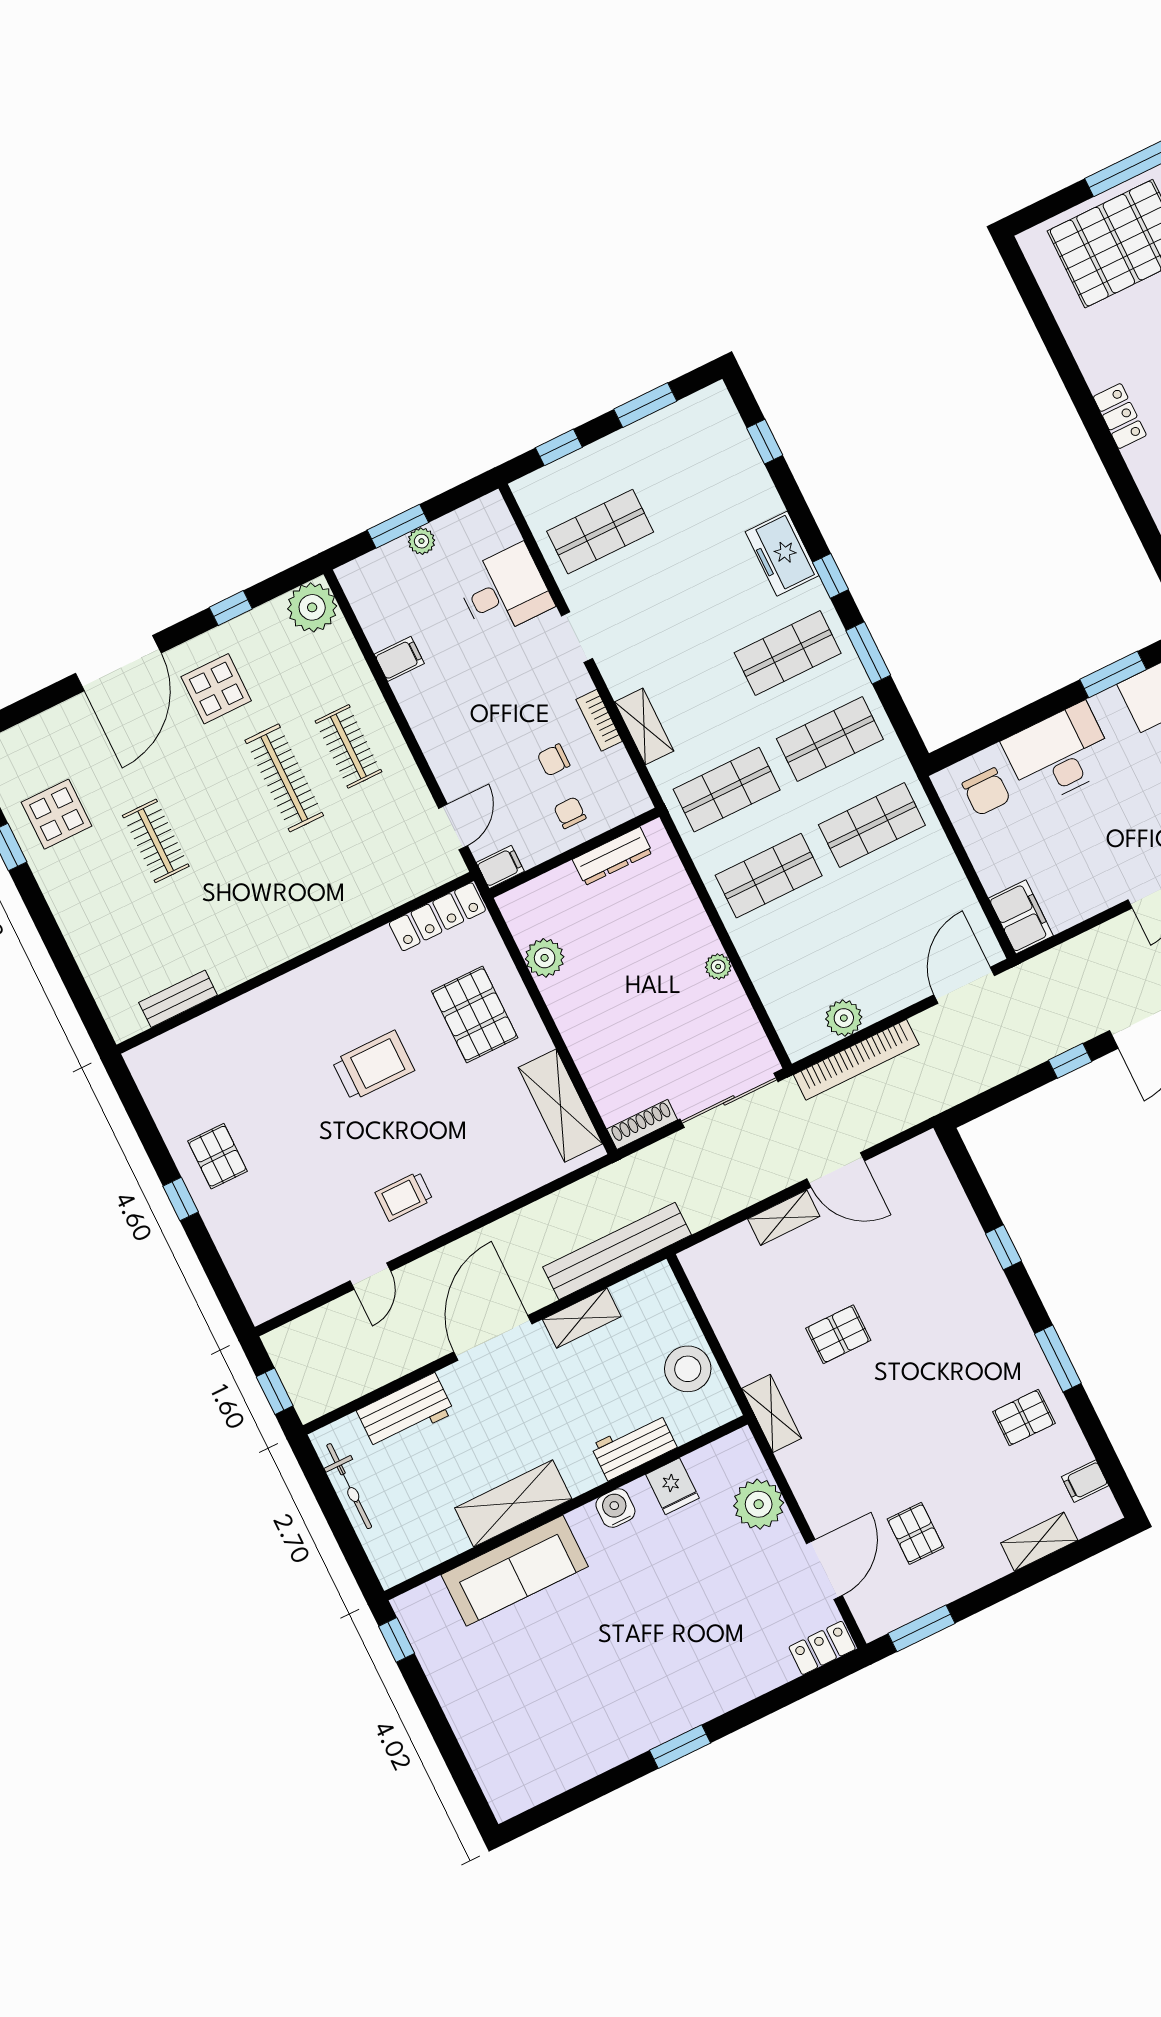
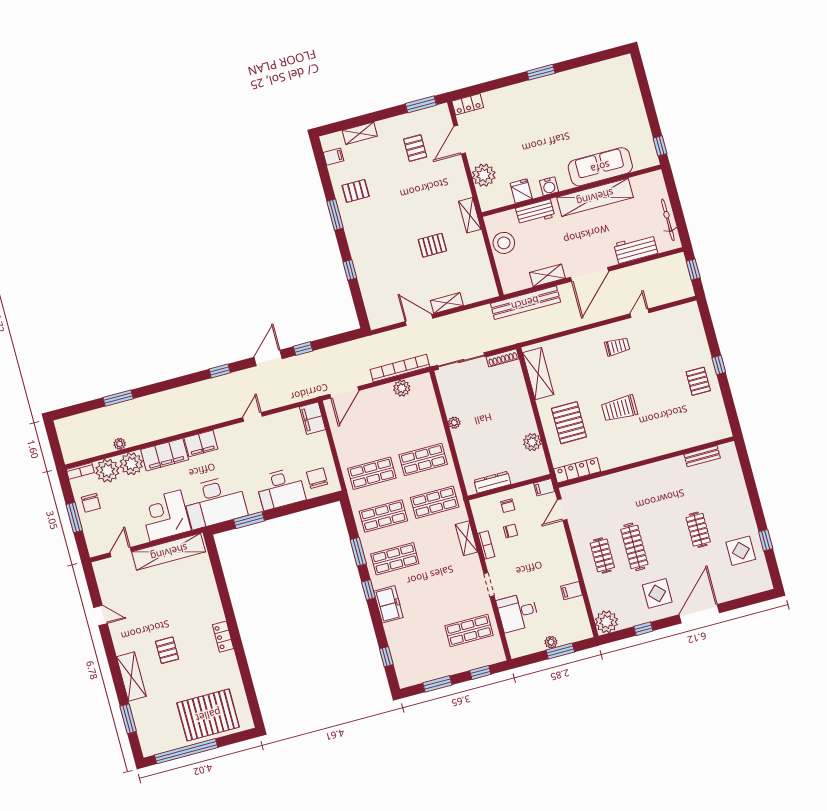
shelving: (513, 1503) -> (595, 197), width x1.47

